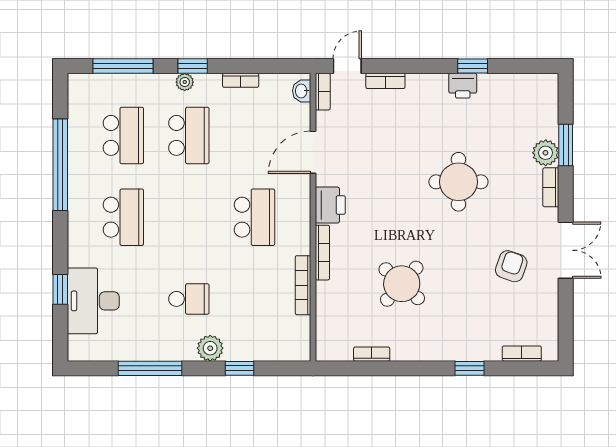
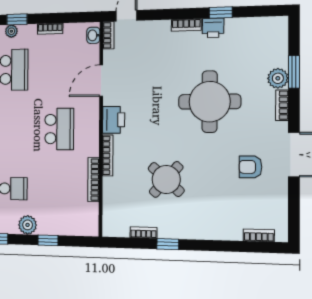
bookcase: (385, 81) -> (186, 25), moved
round table: (458, 182) -> (210, 102), width x1.36, depth x1.36
armchair: (511, 266) -> (251, 167), turned -109
window: (469, 368) -> (168, 244), moved

